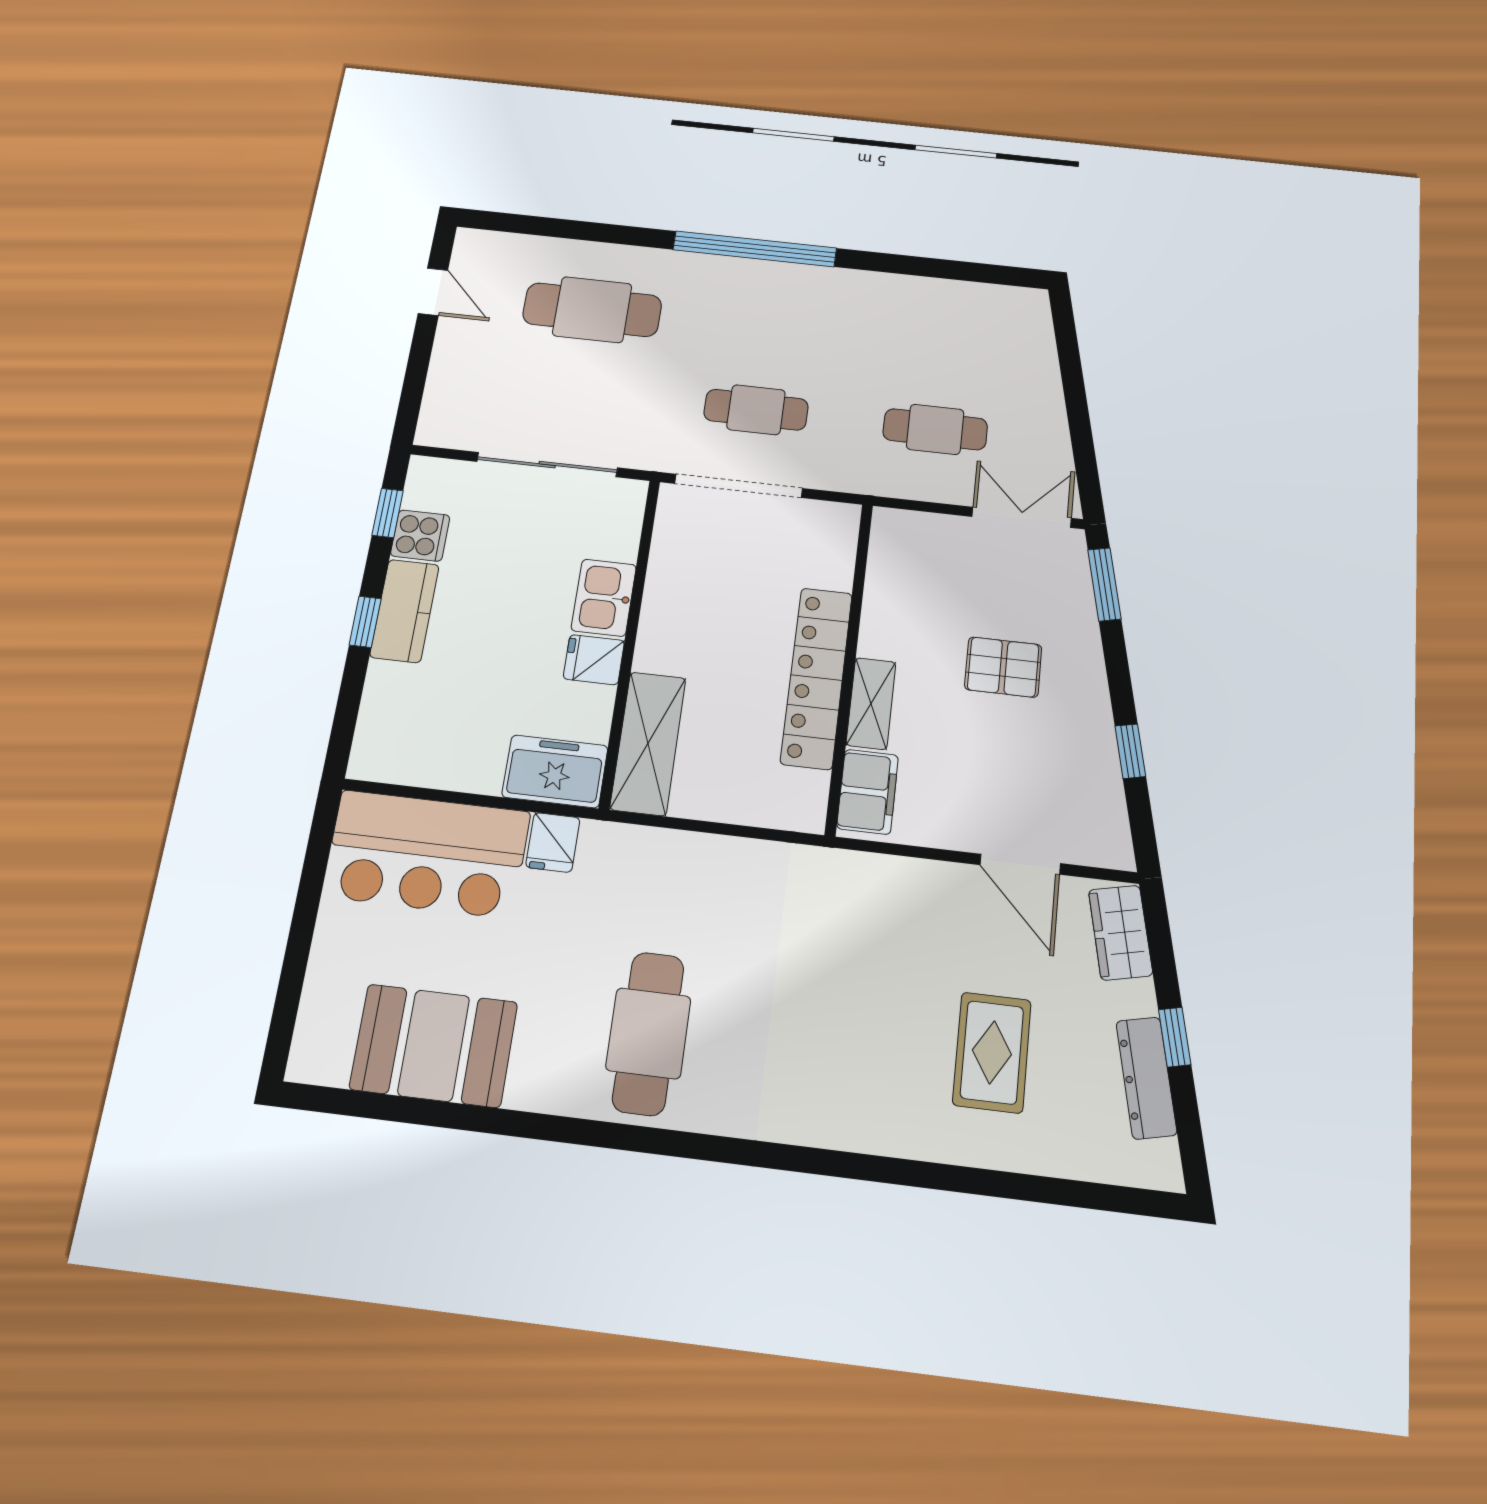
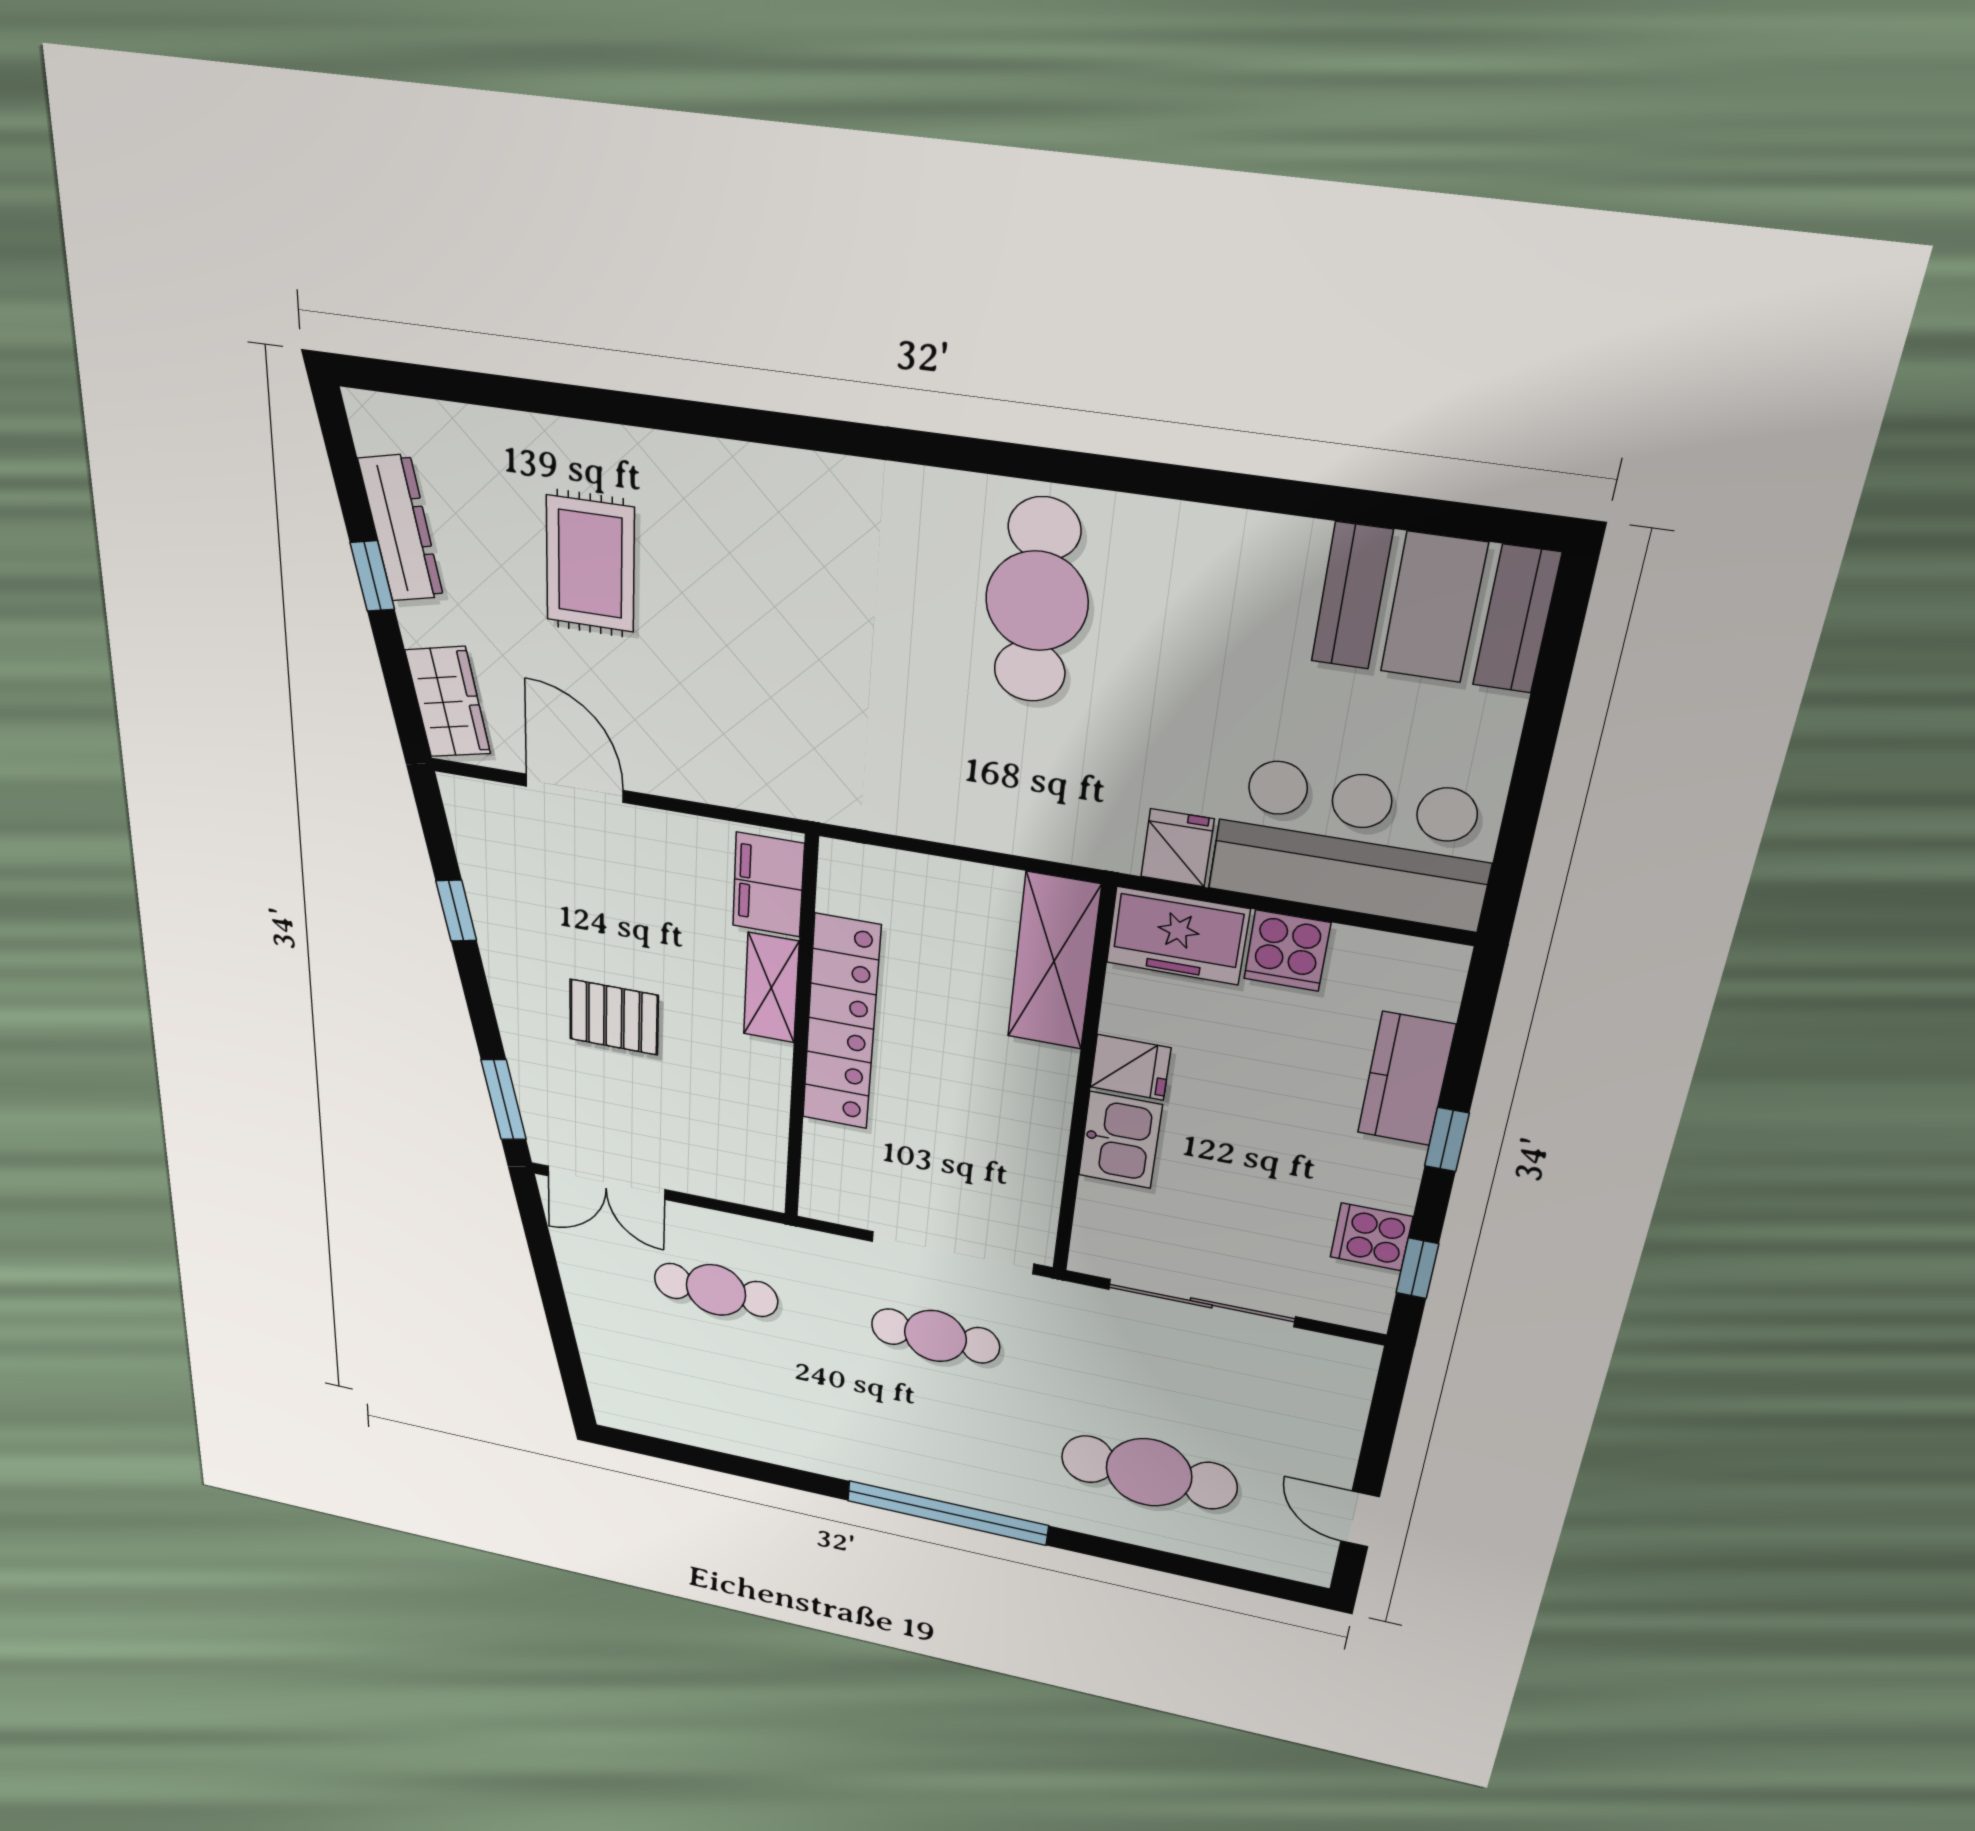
kitchen counter: (405, 611) -> (1406, 1079), moved
cooker: (476, 765) -> (1287, 951), added
booth: (434, 1046) -> (1434, 608), moved

